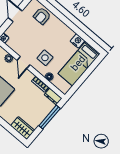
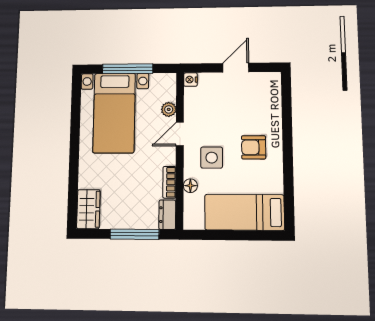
armchair: (42, 16) -> (254, 147), moved
nightstand: (77, 41) -> (274, 183), removed

